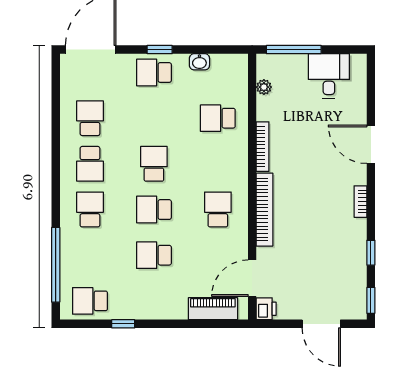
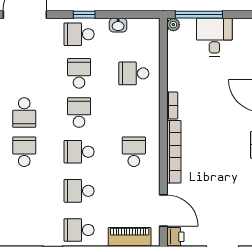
desk: (329, 76) -> (214, 37), moved
plant: (264, 87) -> (173, 25), moved
school desk: (90, 118) -> (79, 73), moved
bookcase: (263, 147) -> (172, 105), width x0.64
door: (252, 278) -> (163, 211), swing flipped
school desk: (90, 301) -> (79, 230), moved

